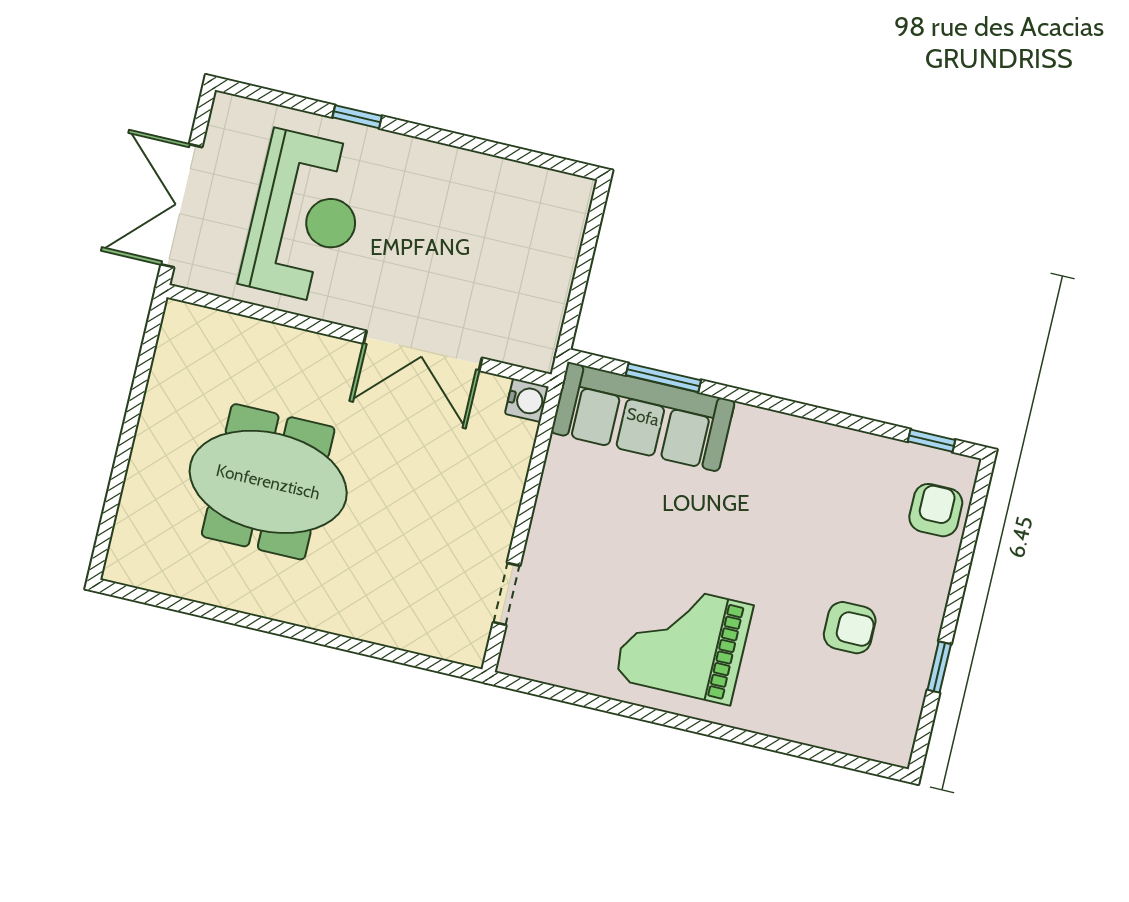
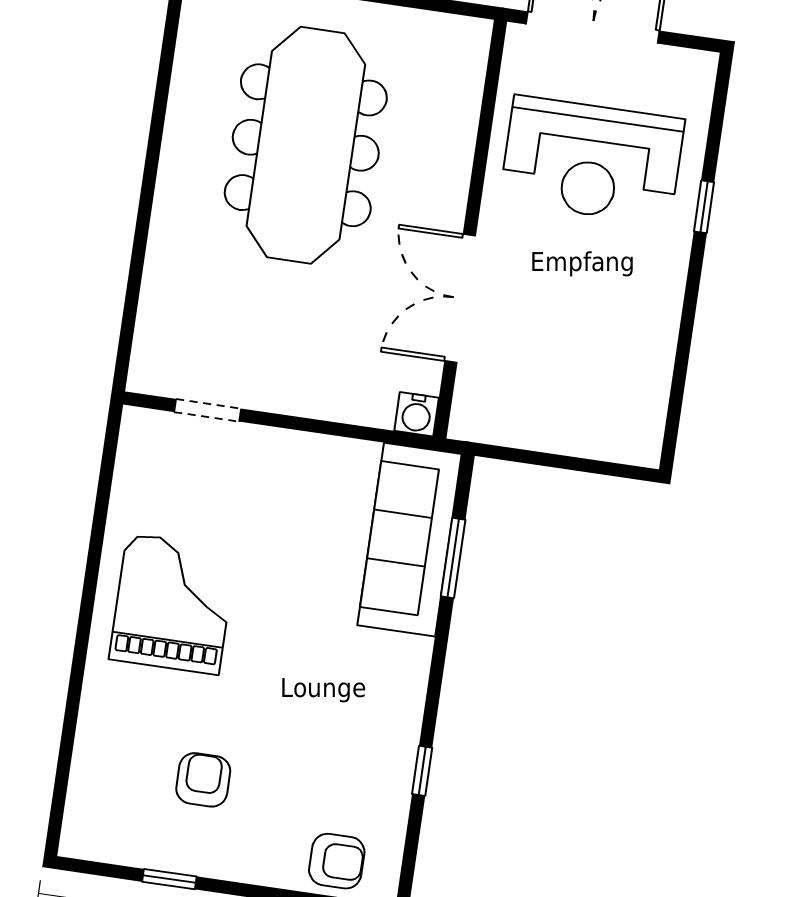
window: (932, 441) -> (422, 771), moved
meeting table: (268, 482) -> (306, 145), width x1.36
armchair: (850, 628) -> (203, 780), turned 180

